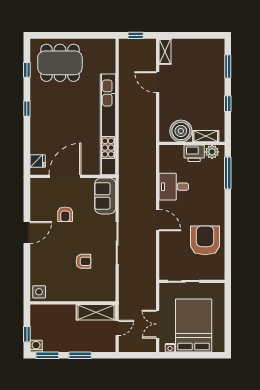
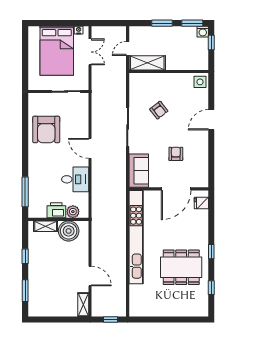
dining table: (60, 63) -> (181, 267), moved
plant: (212, 152) -> (73, 212), moved
door: (27, 232) -> (211, 120), moved
armchair: (84, 261) -> (159, 110), turned -128

